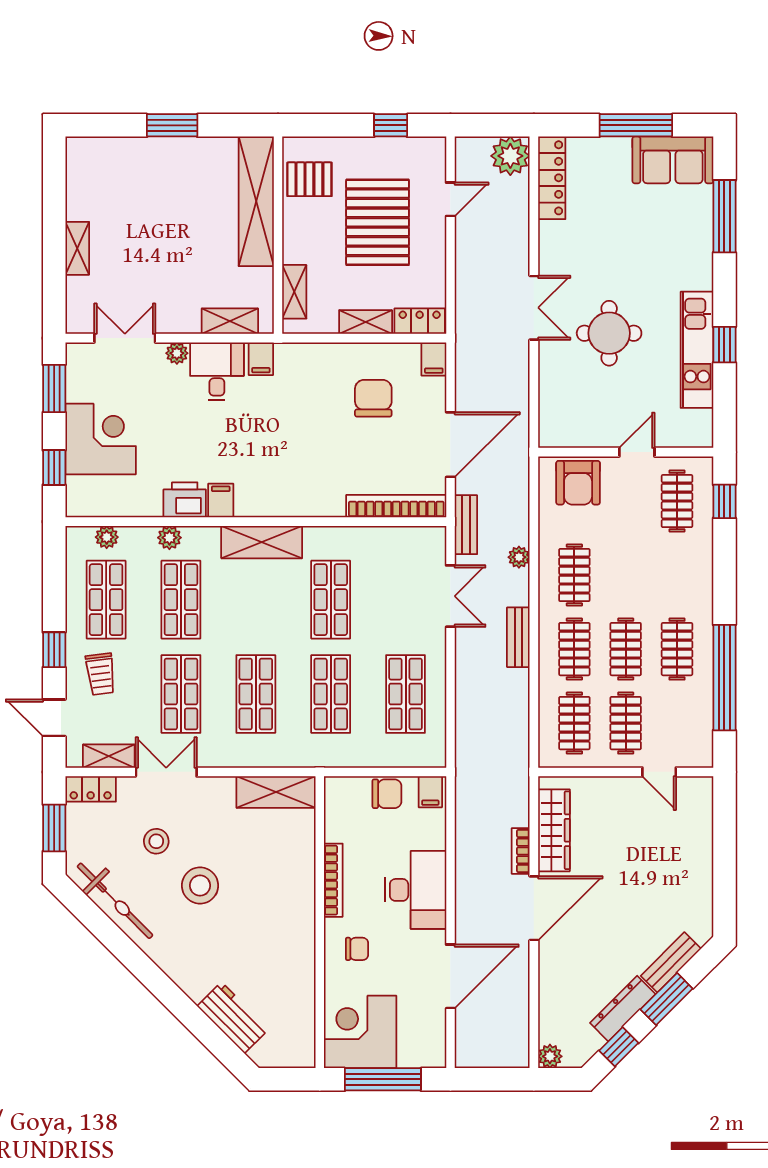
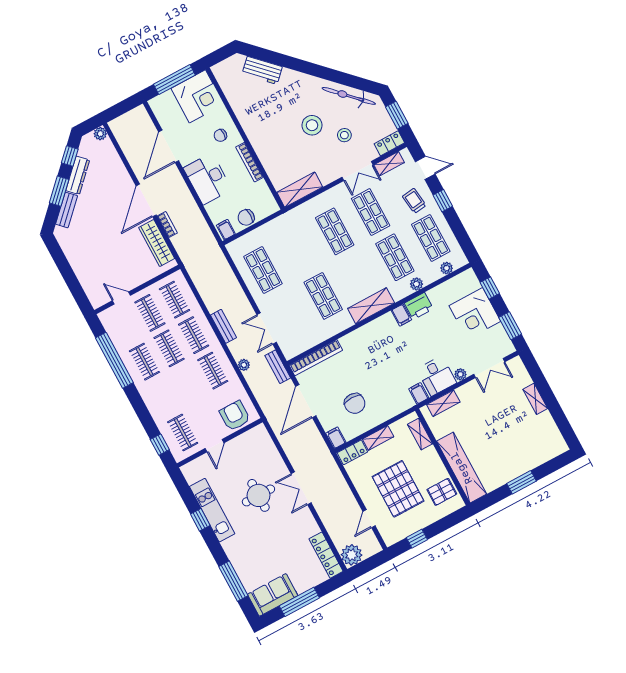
shop shelf: (331, 694) -> (299, 251), removed

